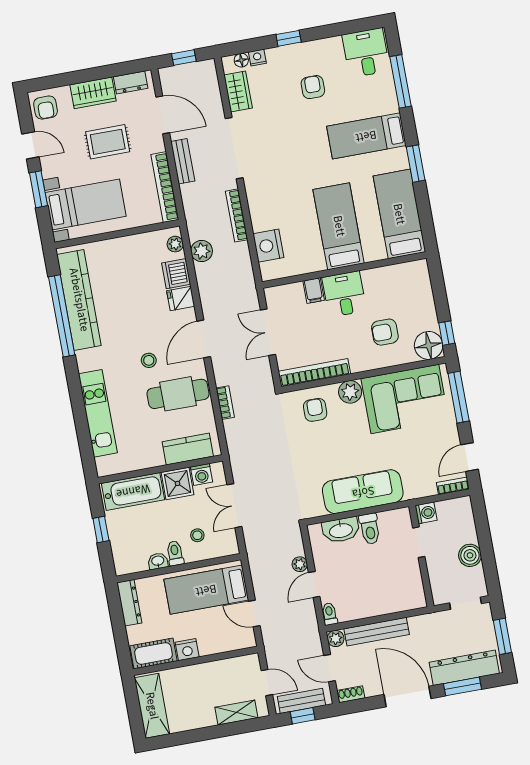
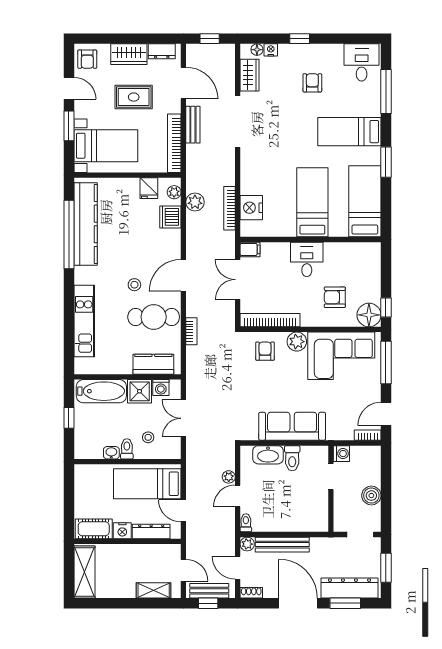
bookcase: (237, 215) -> (229, 208), moved
filing cabinet: (314, 291) -> (250, 249), moved, turned -90
fridge: (181, 298) -> (149, 188), moved, turned -90
dresser: (129, 603) -> (151, 531), moved, turned -90

